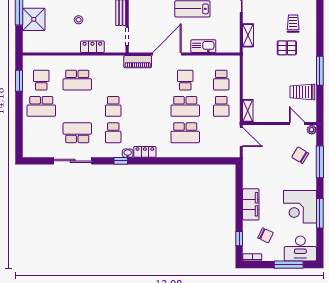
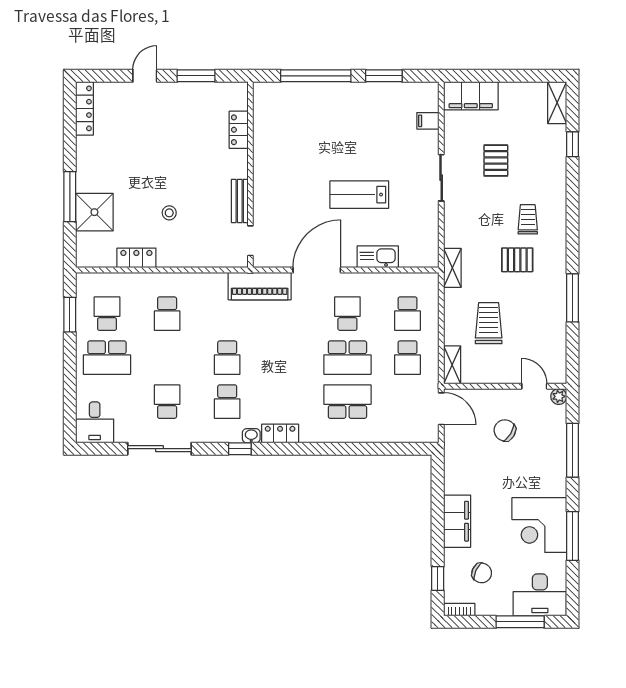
shelving: (248, 35) -> (452, 268), moved
locker: (92, 47) -> (136, 258), moved
piano: (138, 62) -> (260, 286), width x1.37, depth x1.33
school desk: (77, 80) -> (167, 314), width x0.54
trolley: (302, 92) -> (489, 323), moved, turned 90
school desk: (77, 133) -> (167, 402), width x0.54
school desk: (185, 133) -> (347, 402), turned 180
desk: (34, 145) -> (95, 422), added
chair: (300, 155) -> (505, 430), moved

